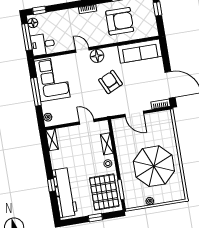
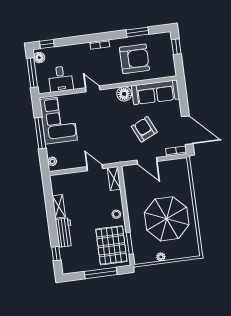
desk: (43, 44) -> (61, 79), moved, turned -90
floor lamp: (97, 56) -> (124, 94), moved
armchair: (110, 82) -> (144, 129), moved
shelving: (52, 140) -> (59, 206), moved
shelving: (107, 144) -> (114, 179), moved
window: (51, 185) -> (56, 254), moved
workbench: (65, 193) -> (64, 232), width x0.53, depth x0.76
window: (95, 218) -> (101, 273), width x2.17

